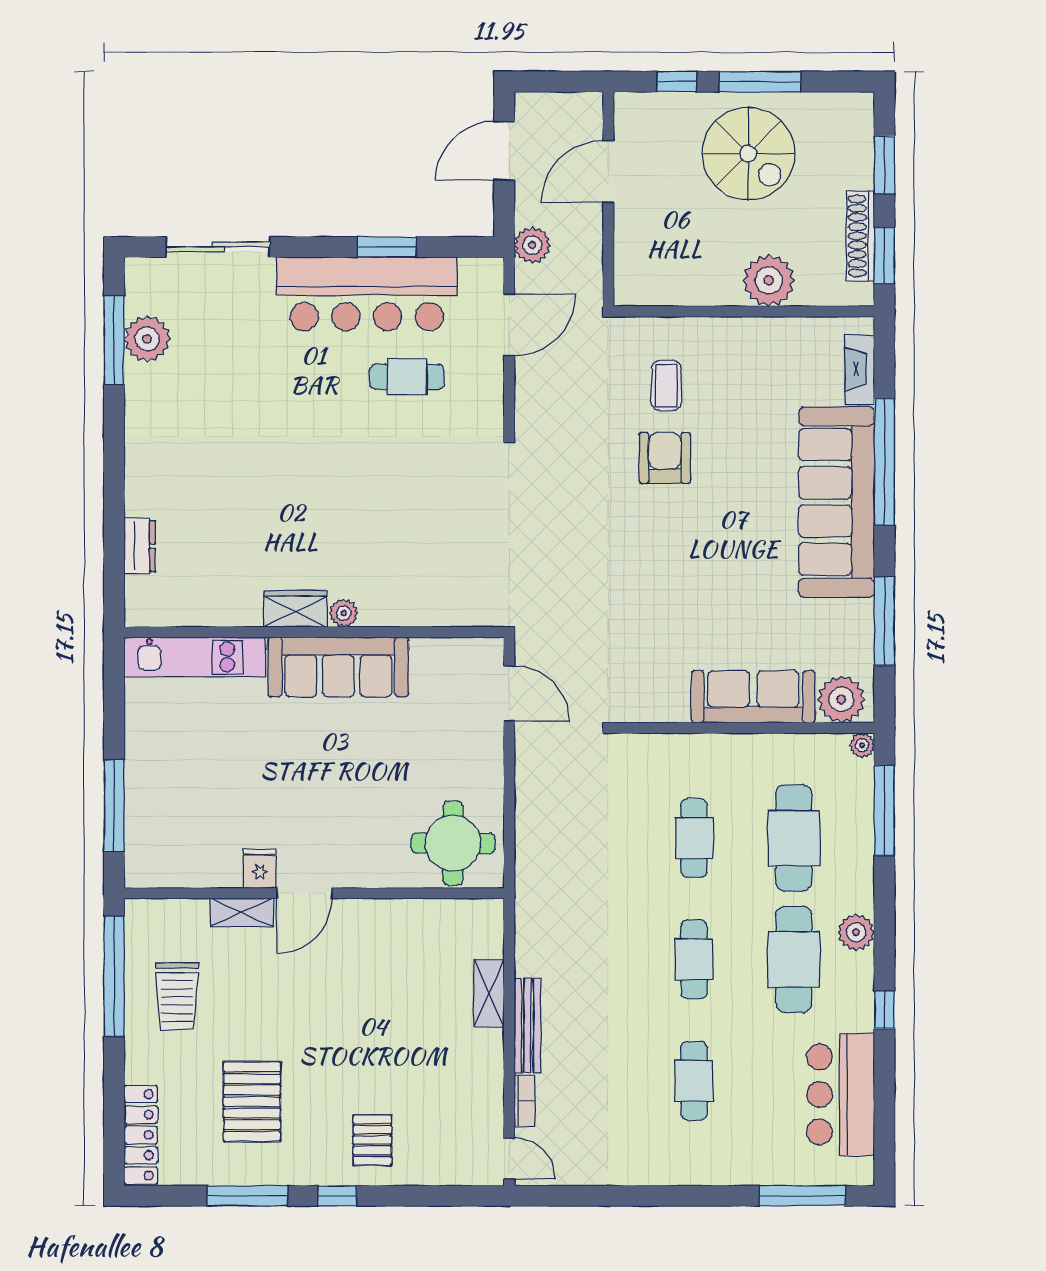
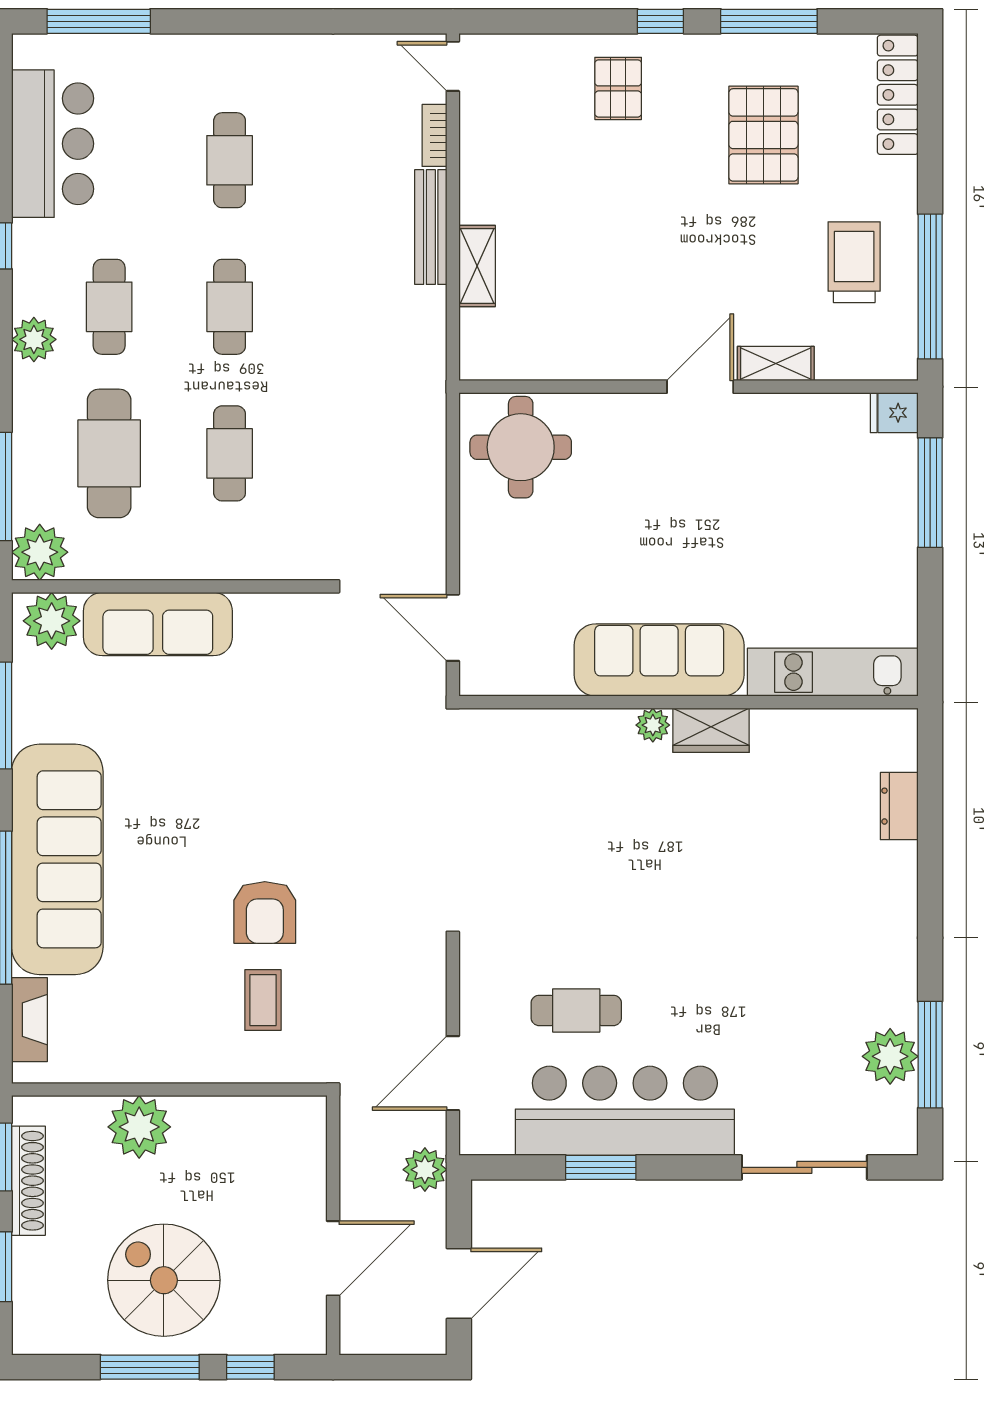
plant: (862, 745) -> (40, 552), width x1.88, depth x1.88
fridge: (260, 869) -> (894, 413), moved, turned 90
cafe table: (794, 959) -> (109, 307), width x0.73, depth x0.74

